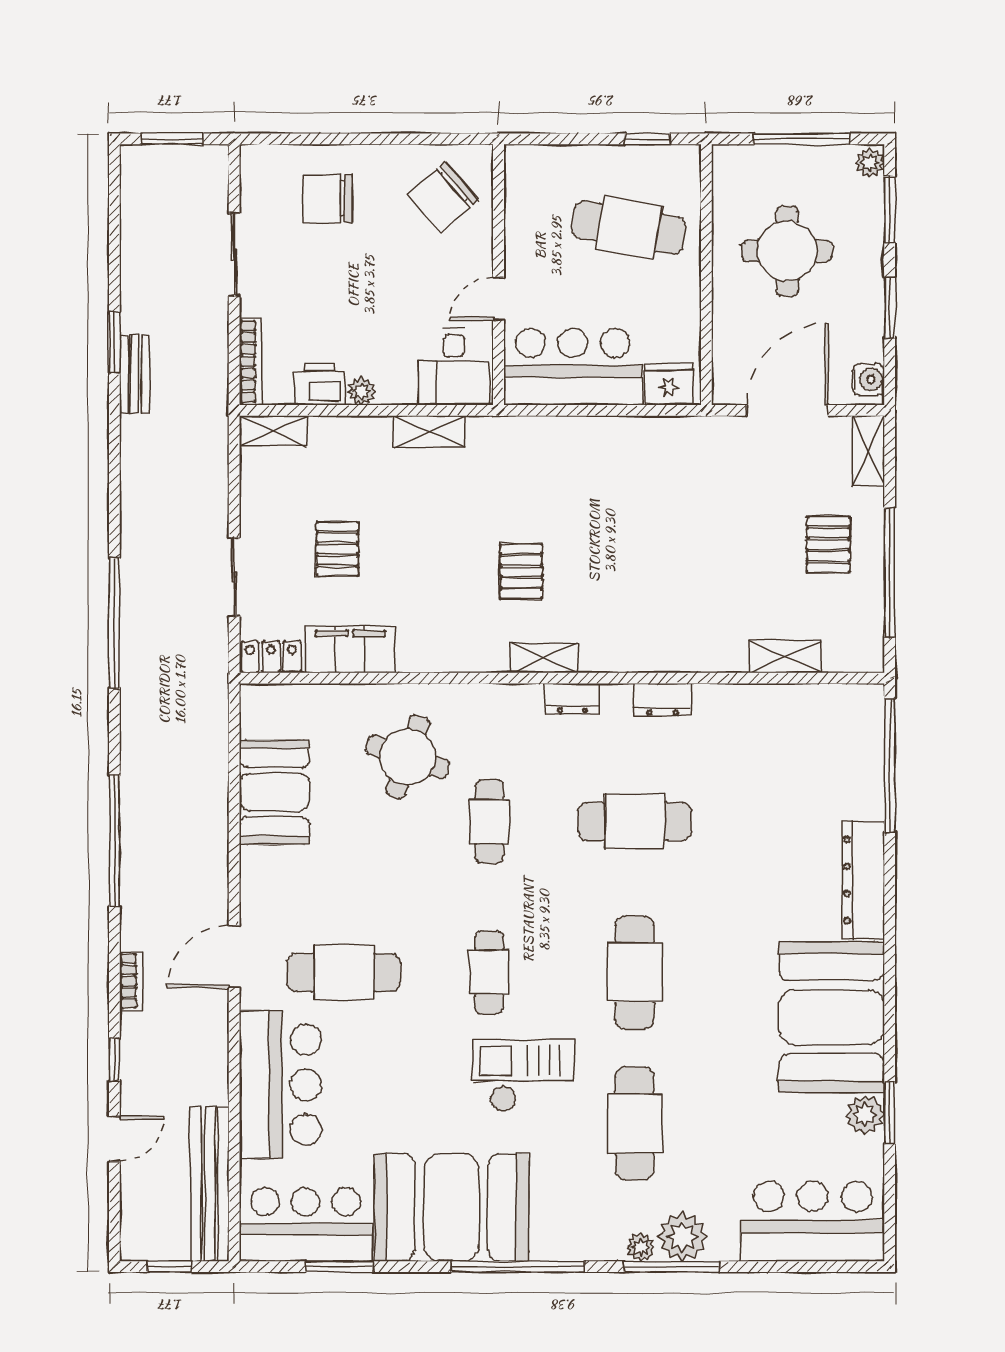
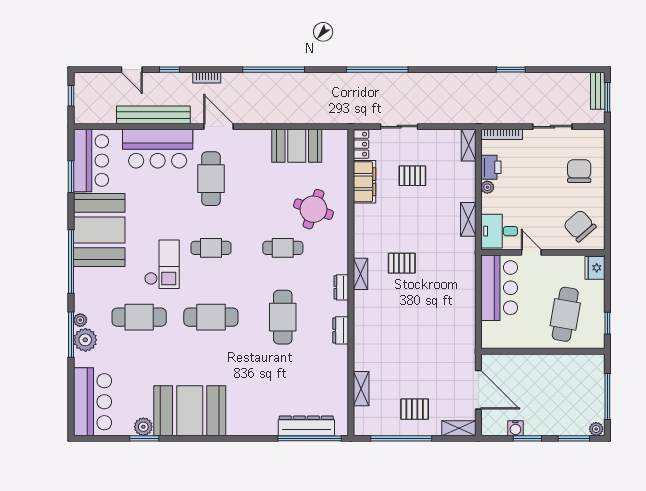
round table: (787, 251) -> (554, 390), removed
bench: (135, 374) -> (598, 91), moved, turned 90
water cooler: (868, 380) -> (515, 428), moved
fridge: (669, 384) -> (595, 268), moved, turned 180
dresser: (863, 880) -> (306, 426), moved
bench: (210, 1184) -> (153, 115), moved

